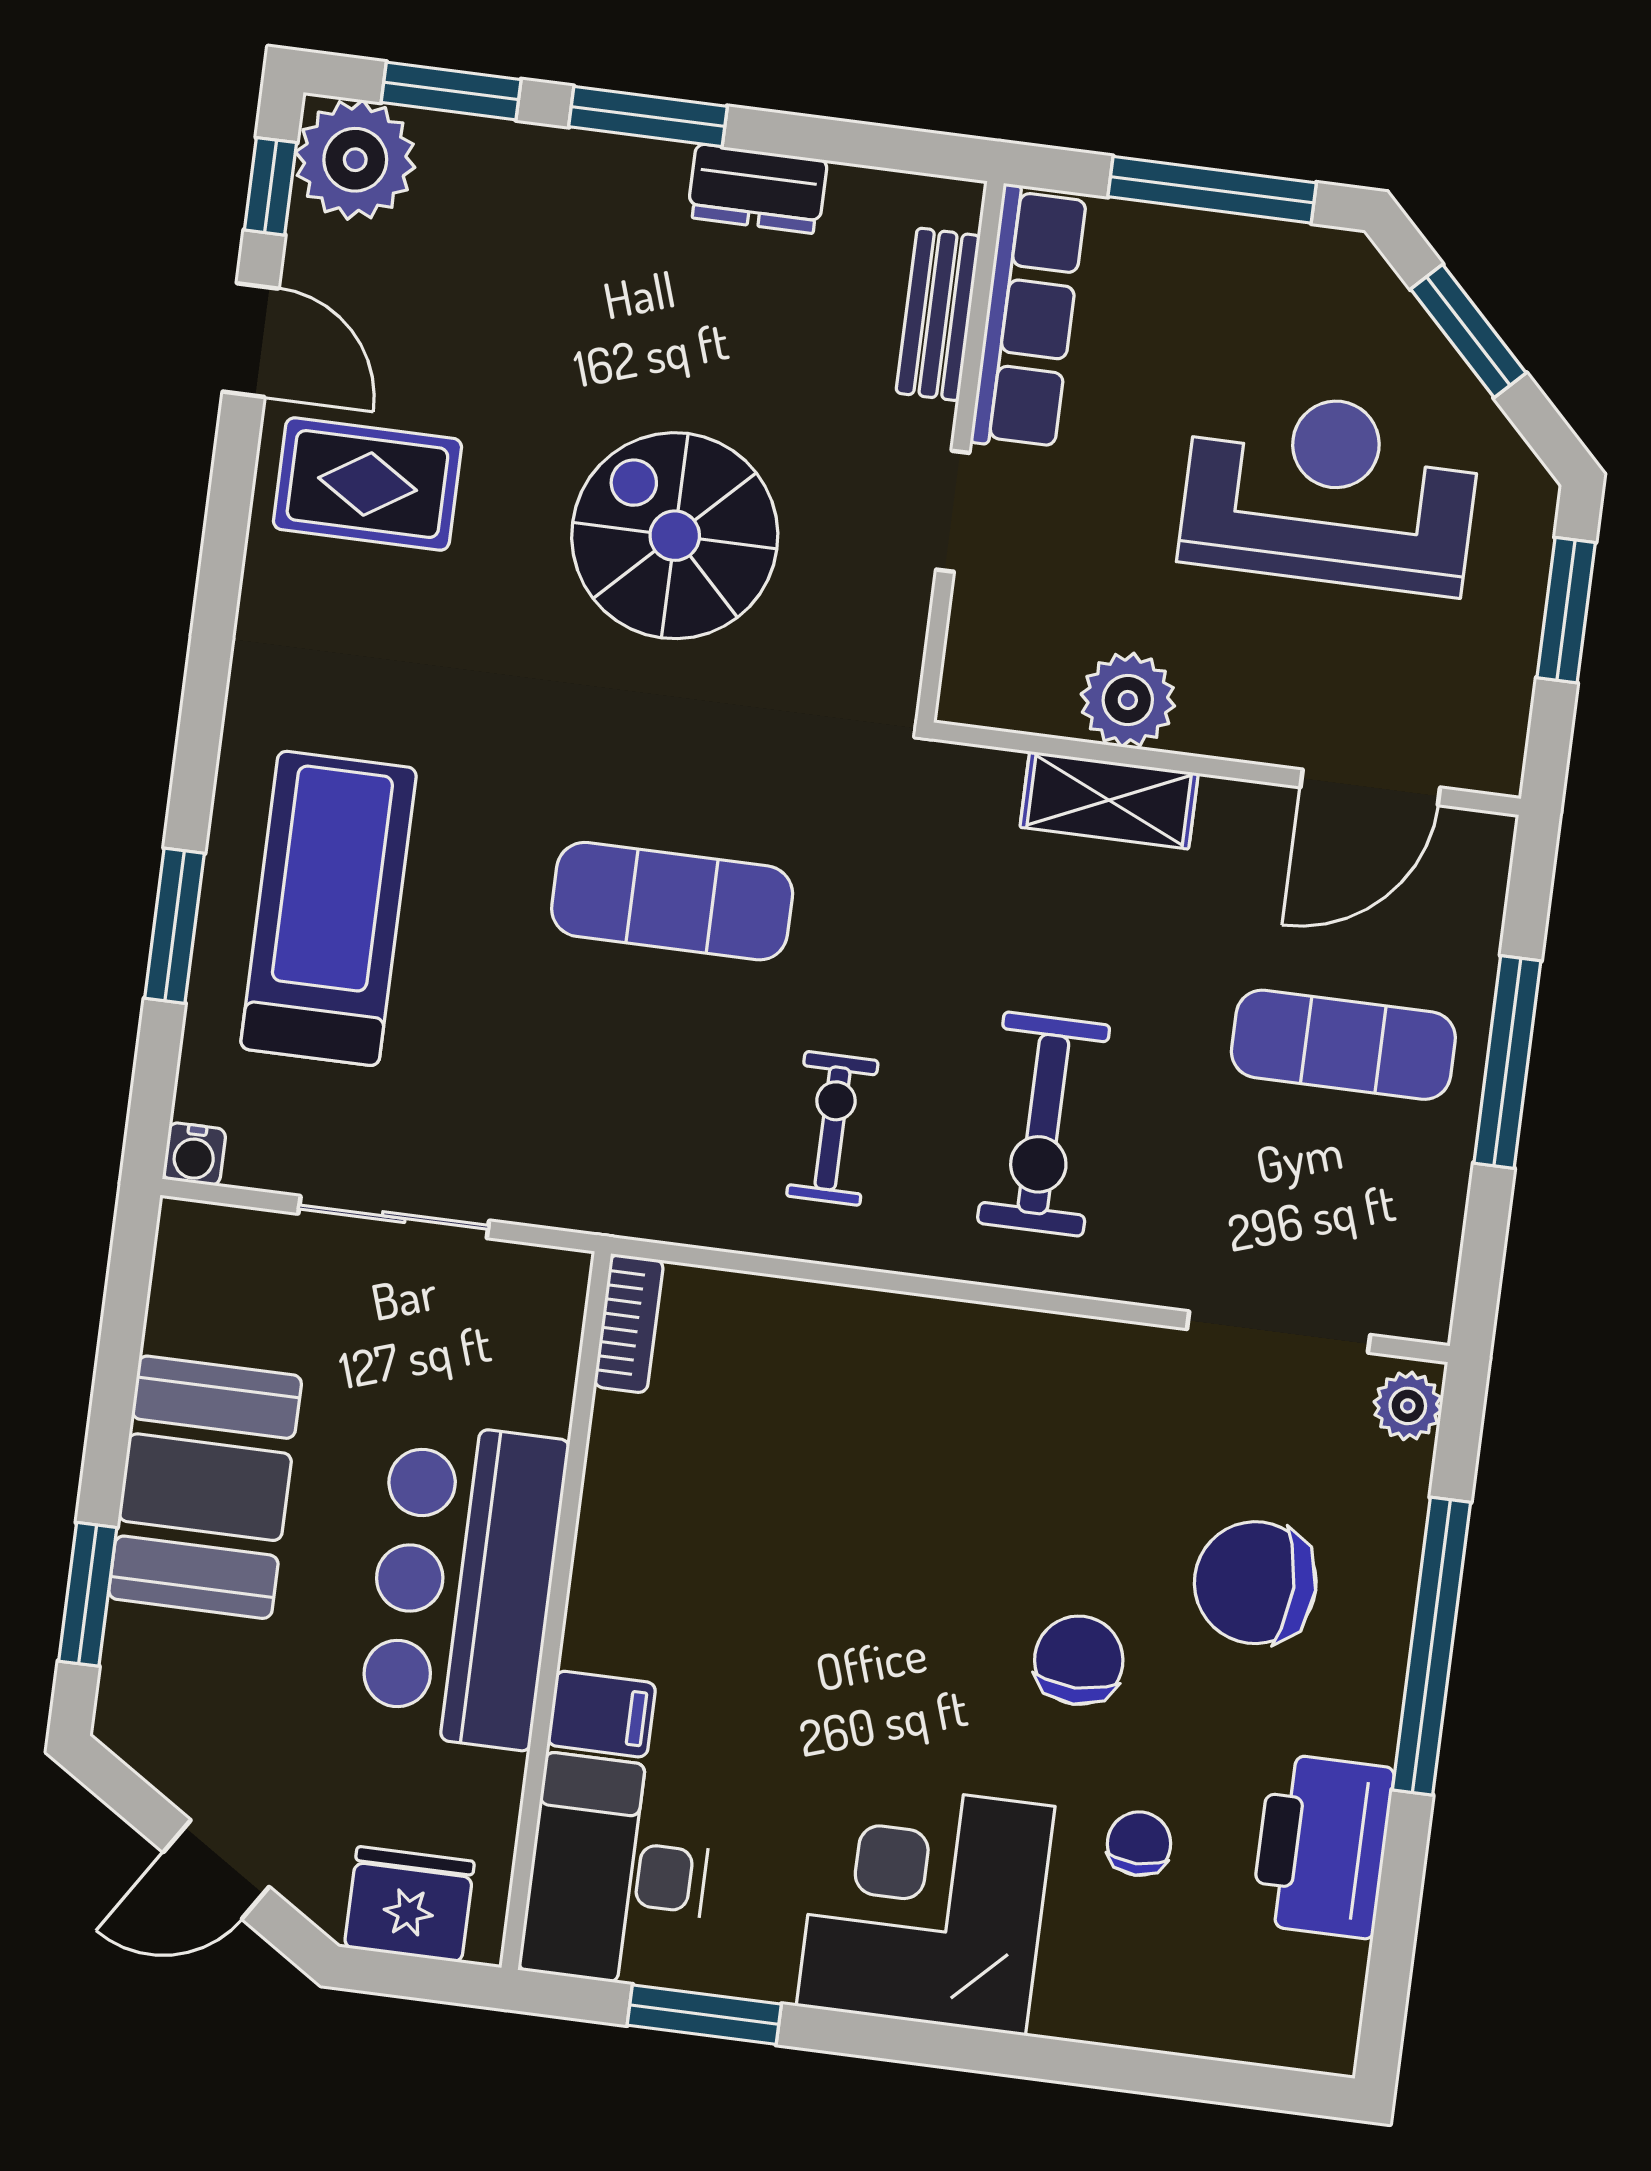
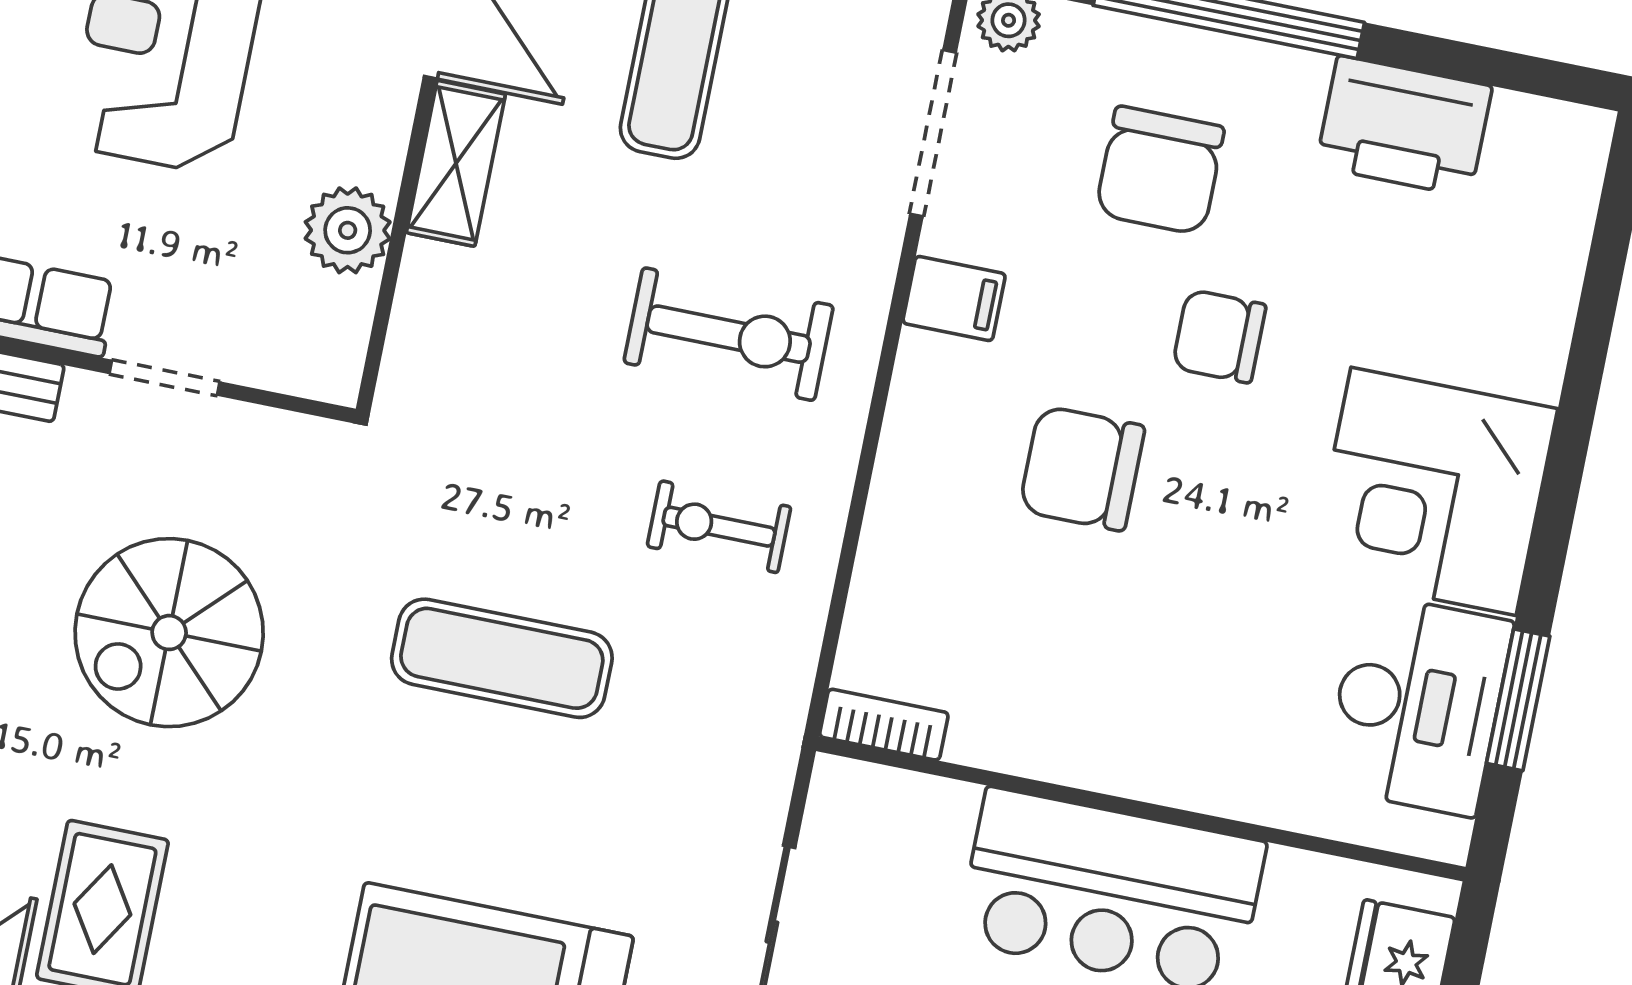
shelving: (1109, 800) -> (456, 163), moved
exercise mat: (672, 901) -> (502, 658), turned 90
filing cabinet: (602, 1714) -> (954, 299), moved, turned 90
chair: (1139, 1844) -> (1082, 468), moved, width x1.87, depth x1.87
desk: (618, 1872) -> (1418, 705), moved, turned -90

